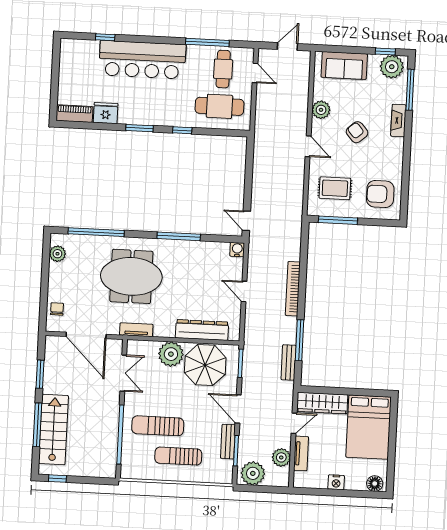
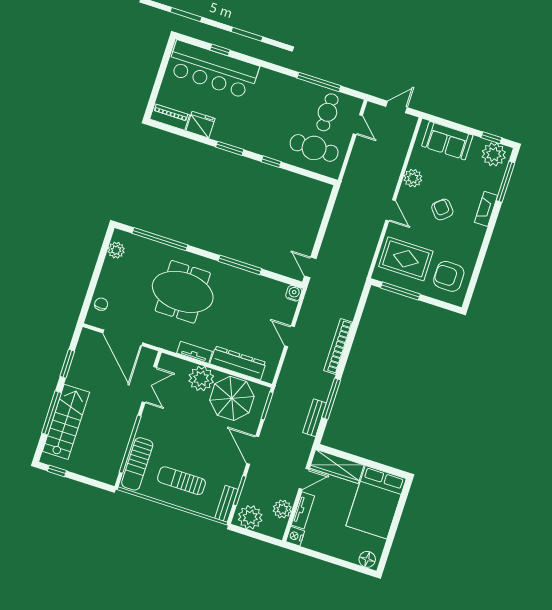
bar counter: (142, 60) -> (213, 70), moved
rug: (335, 188) -> (406, 259), width x1.36, depth x1.43
tv unit: (136, 330) -> (195, 352), moved
sun lounger: (158, 426) -> (137, 464), moved, turned -90
bench: (228, 442) -> (226, 504), moved
nightstand: (336, 482) -> (295, 536), moved, turned 90

